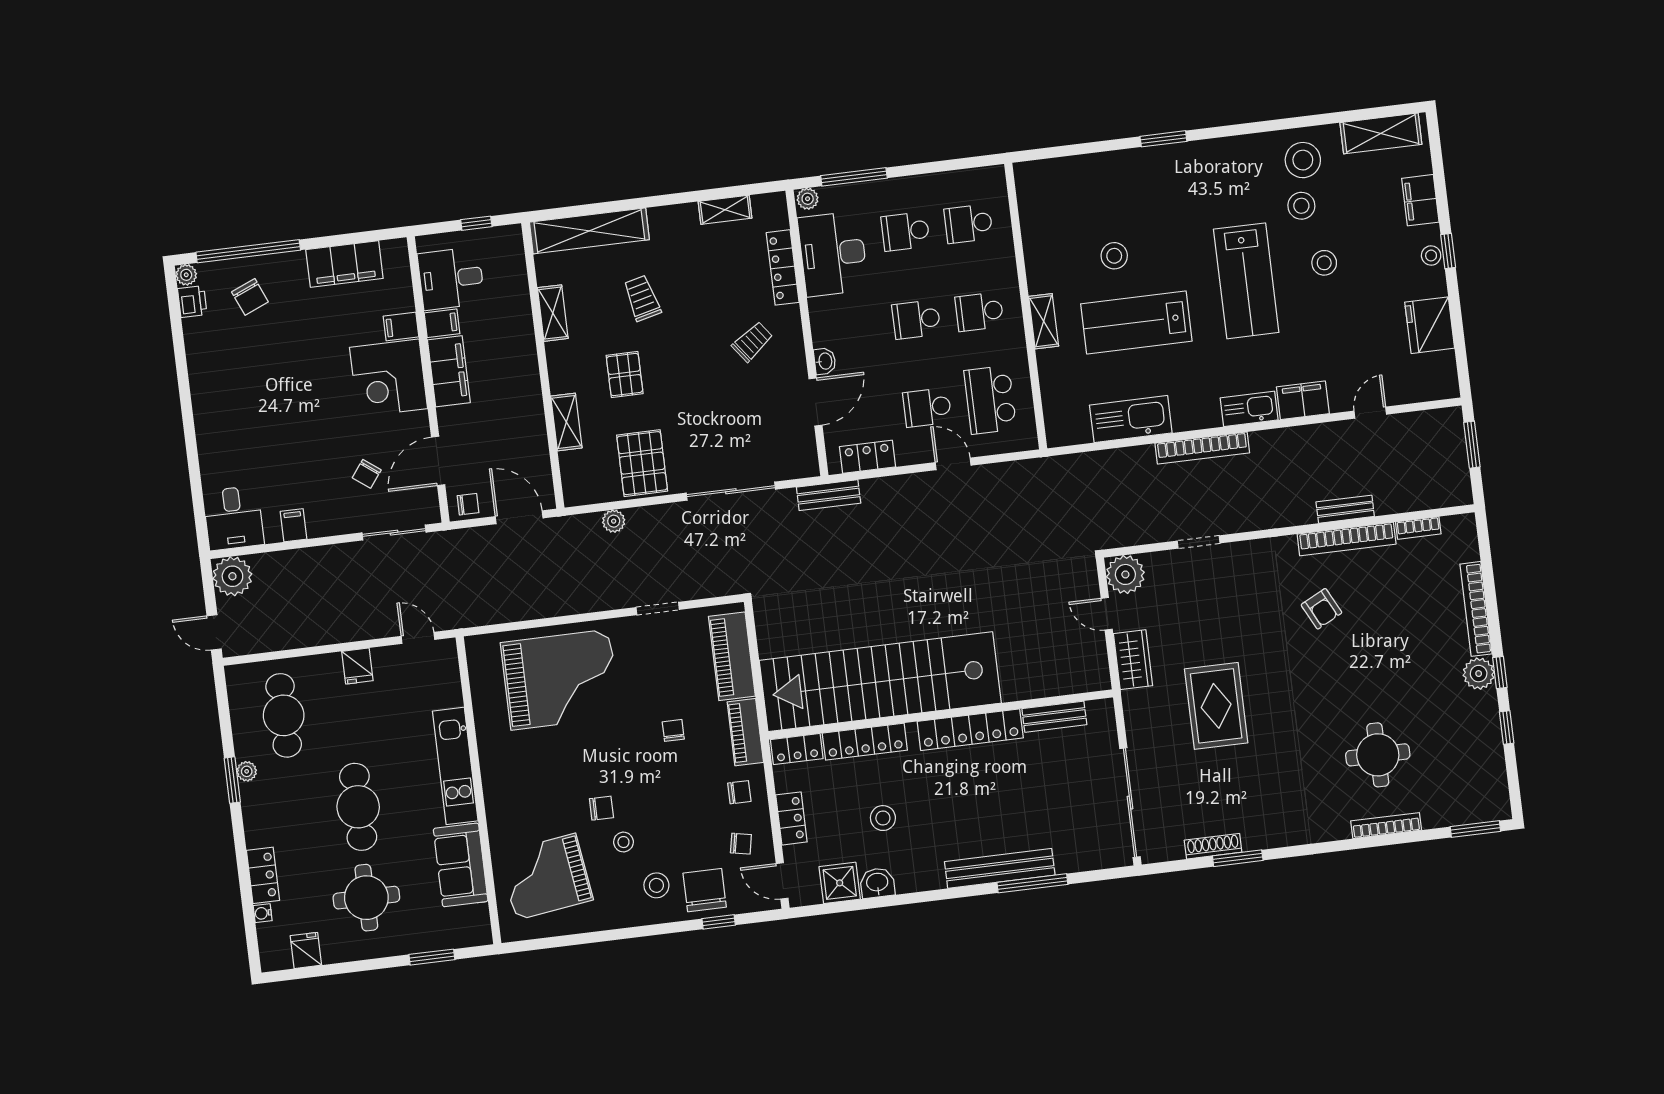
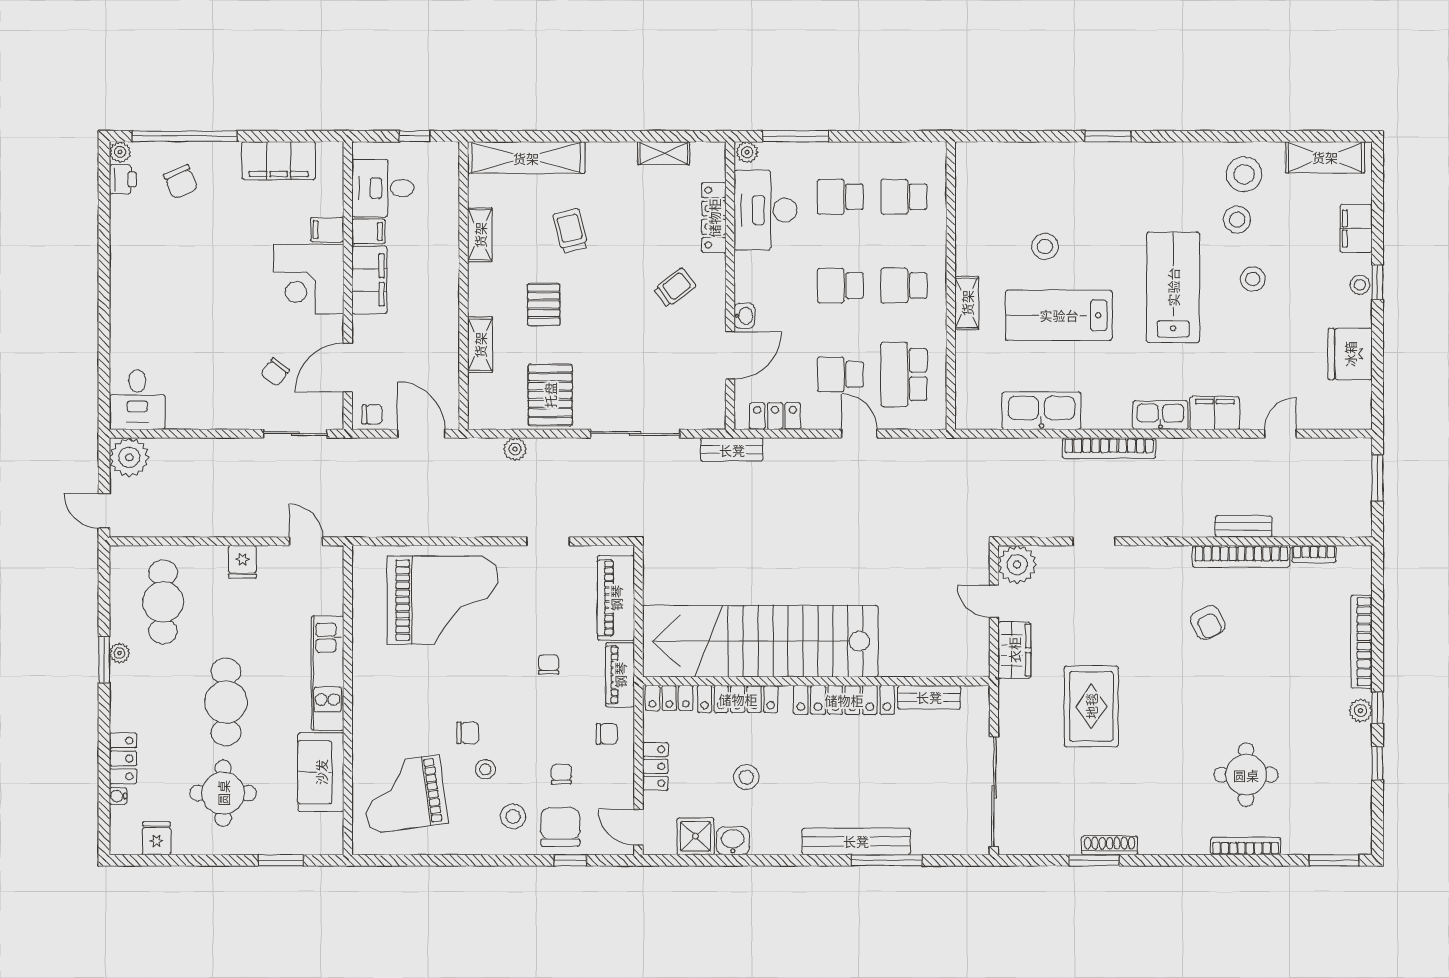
lab bench: (1246, 281) -> (1173, 287), turned 180
filing cabinet: (294, 525) -> (196, 414), removed
plant: (1479, 674) -> (1361, 711), width x0.73, depth x0.73
chair: (741, 844) -> (561, 774), moved, turned -101
shoe rack: (1213, 846) -> (1110, 845), moved

